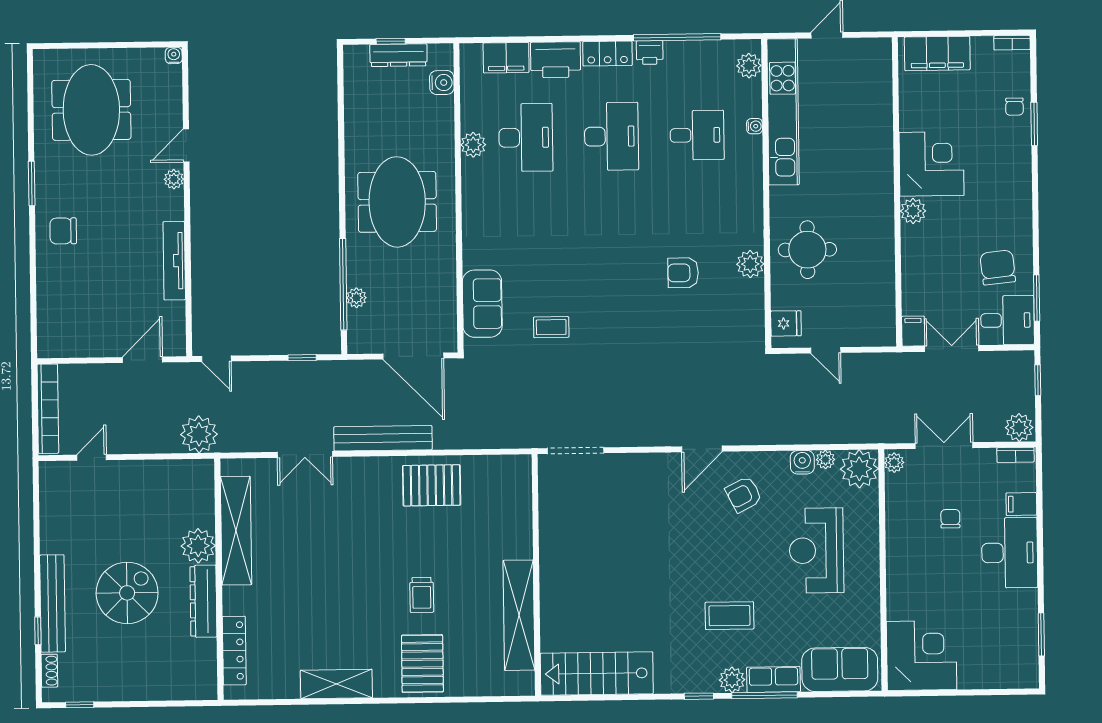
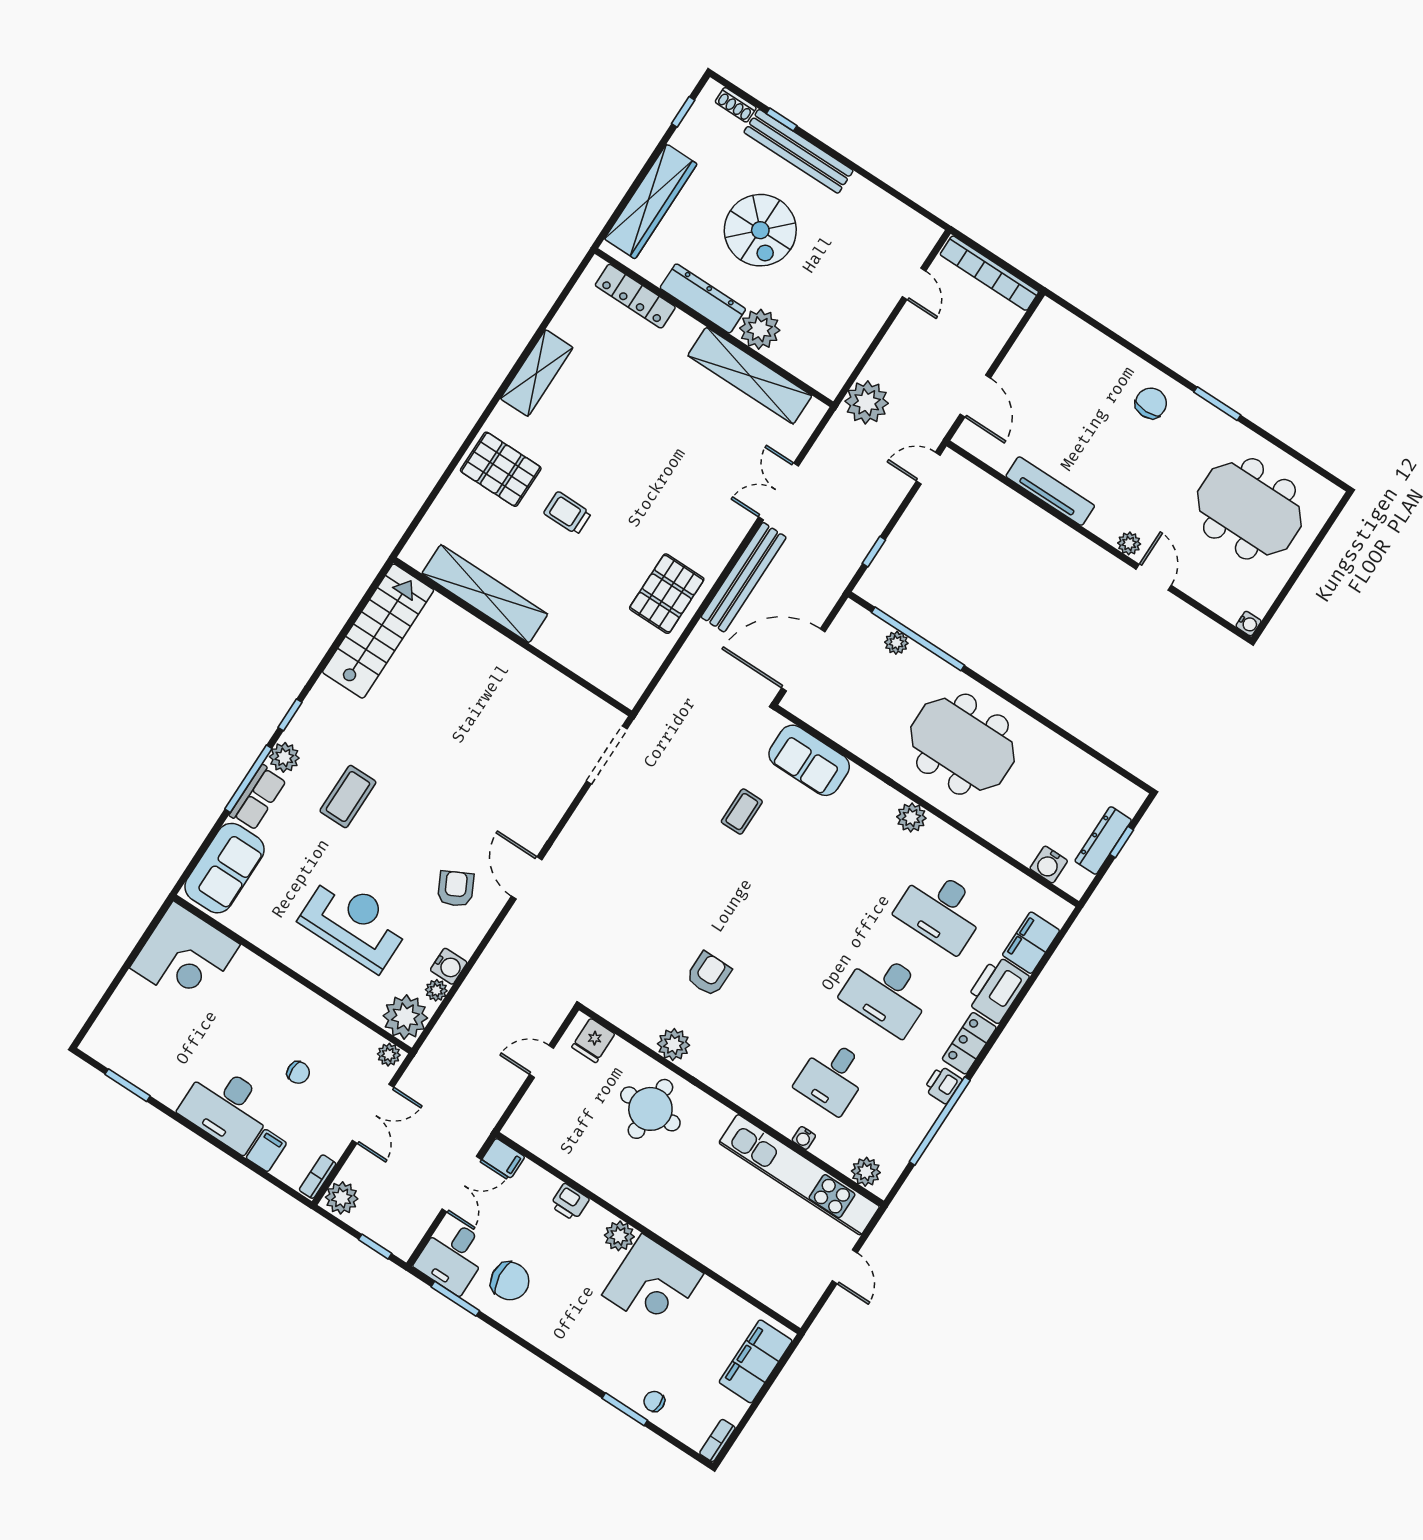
plant: (473, 145) -> (911, 817), moved
printer: (913, 263) -> (570, 1202), added
wardrobe: (159, 685) -> (651, 201), added

